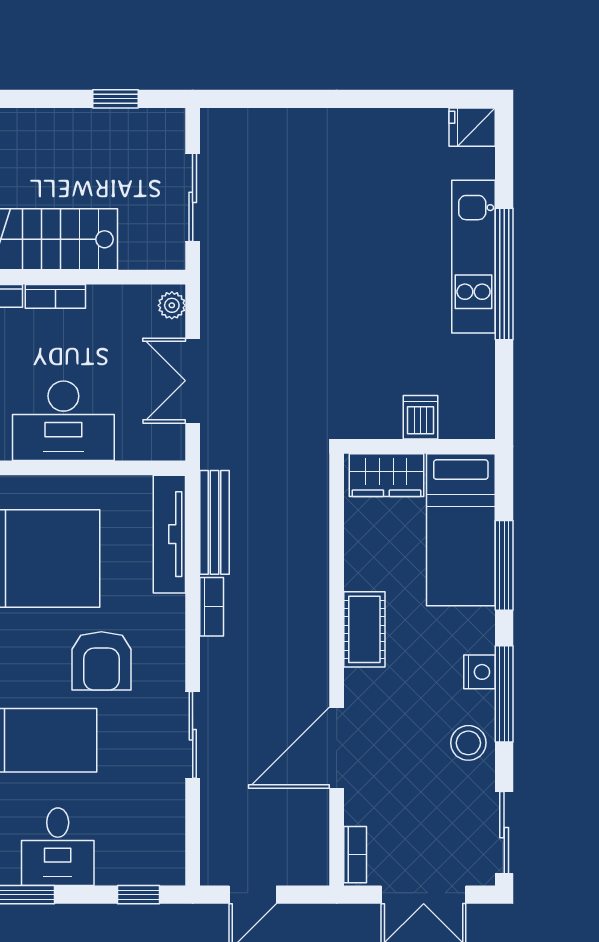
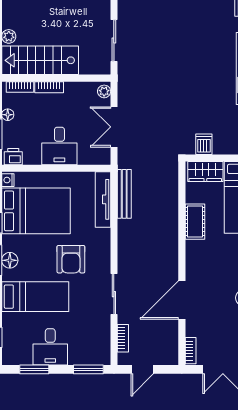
dishwasher: (420, 417) -> (204, 144), moved
desk: (63, 421) -> (59, 146), width x0.73
bookcase: (212, 607) -> (123, 338), moved
cot: (364, 629) -> (195, 222), moved
window: (138, 895) -> (88, 369), width x1.50

